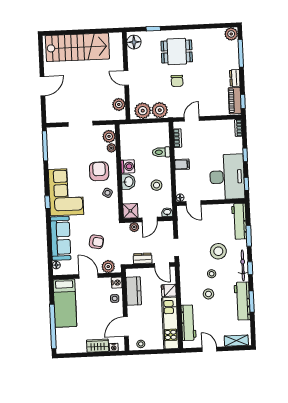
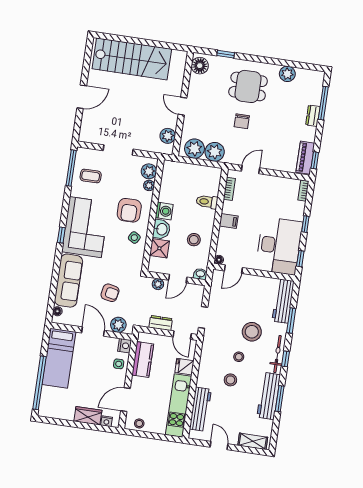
plant: (231, 34) -> (287, 74), moved
dresser: (235, 78) -> (313, 116), moved
coffee table: (62, 149) -> (91, 176), added
armchair: (99, 171) -> (129, 210), turned 180
door: (193, 203) -> (233, 269), hinge flipped
shower: (130, 211) -> (159, 248), moved

